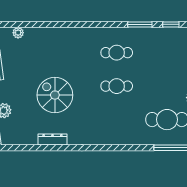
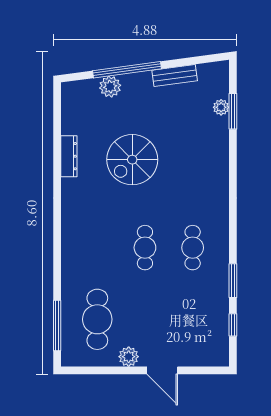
window: (21, 24) -> (233, 111), added
spiral stairs: (55, 95) -> (132, 160), turned 180

